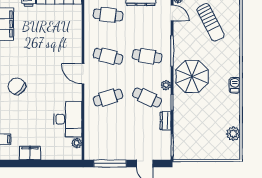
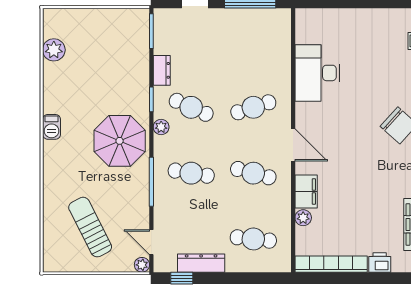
plant: (77, 143) -> (303, 218), moved
filing cabinet: (30, 153) -> (306, 192), moved, turned -90

